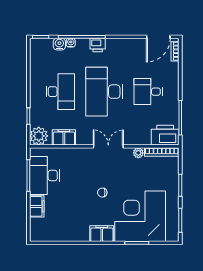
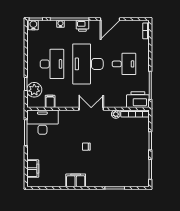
door: (158, 37) -> (110, 19), moved
water cooler: (59, 44) -> (33, 25), moved
desk: (148, 92) -> (124, 64), turned 180
plant: (39, 136) -> (34, 90), moved
filing cabinet: (64, 137) -> (50, 101), width x0.50
desk: (45, 176) -> (42, 122), moved, turned 90
filing cabinet: (37, 206) -> (33, 169), moved
corner desk: (140, 216) -> (117, 166), removed
filing cabinet: (102, 234) -> (76, 180), moved

